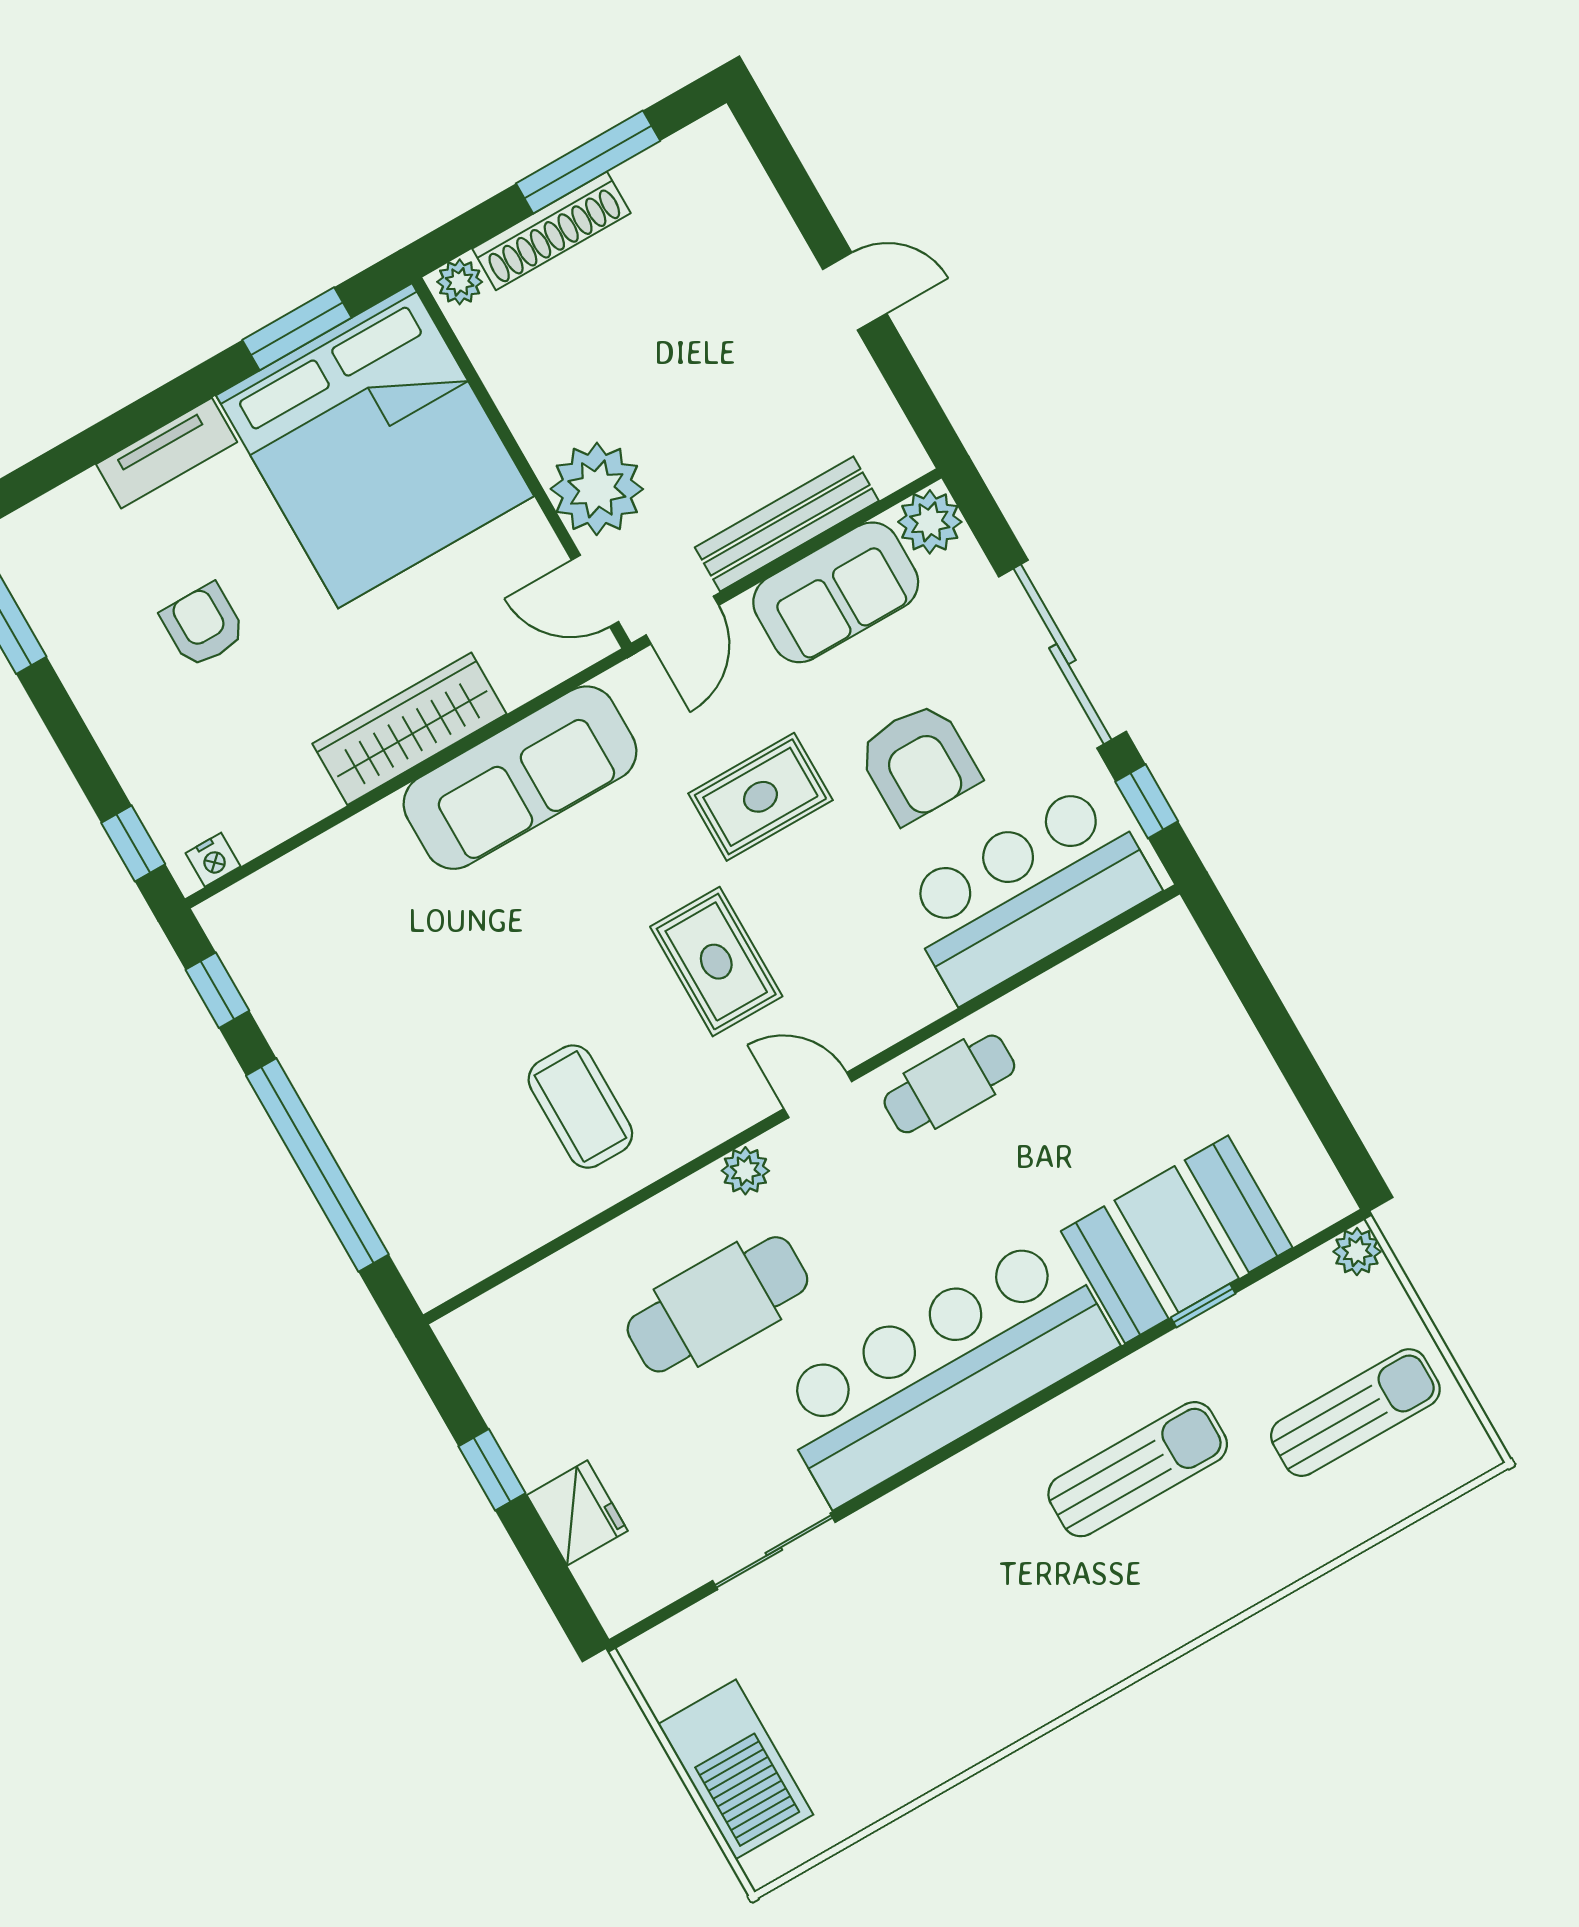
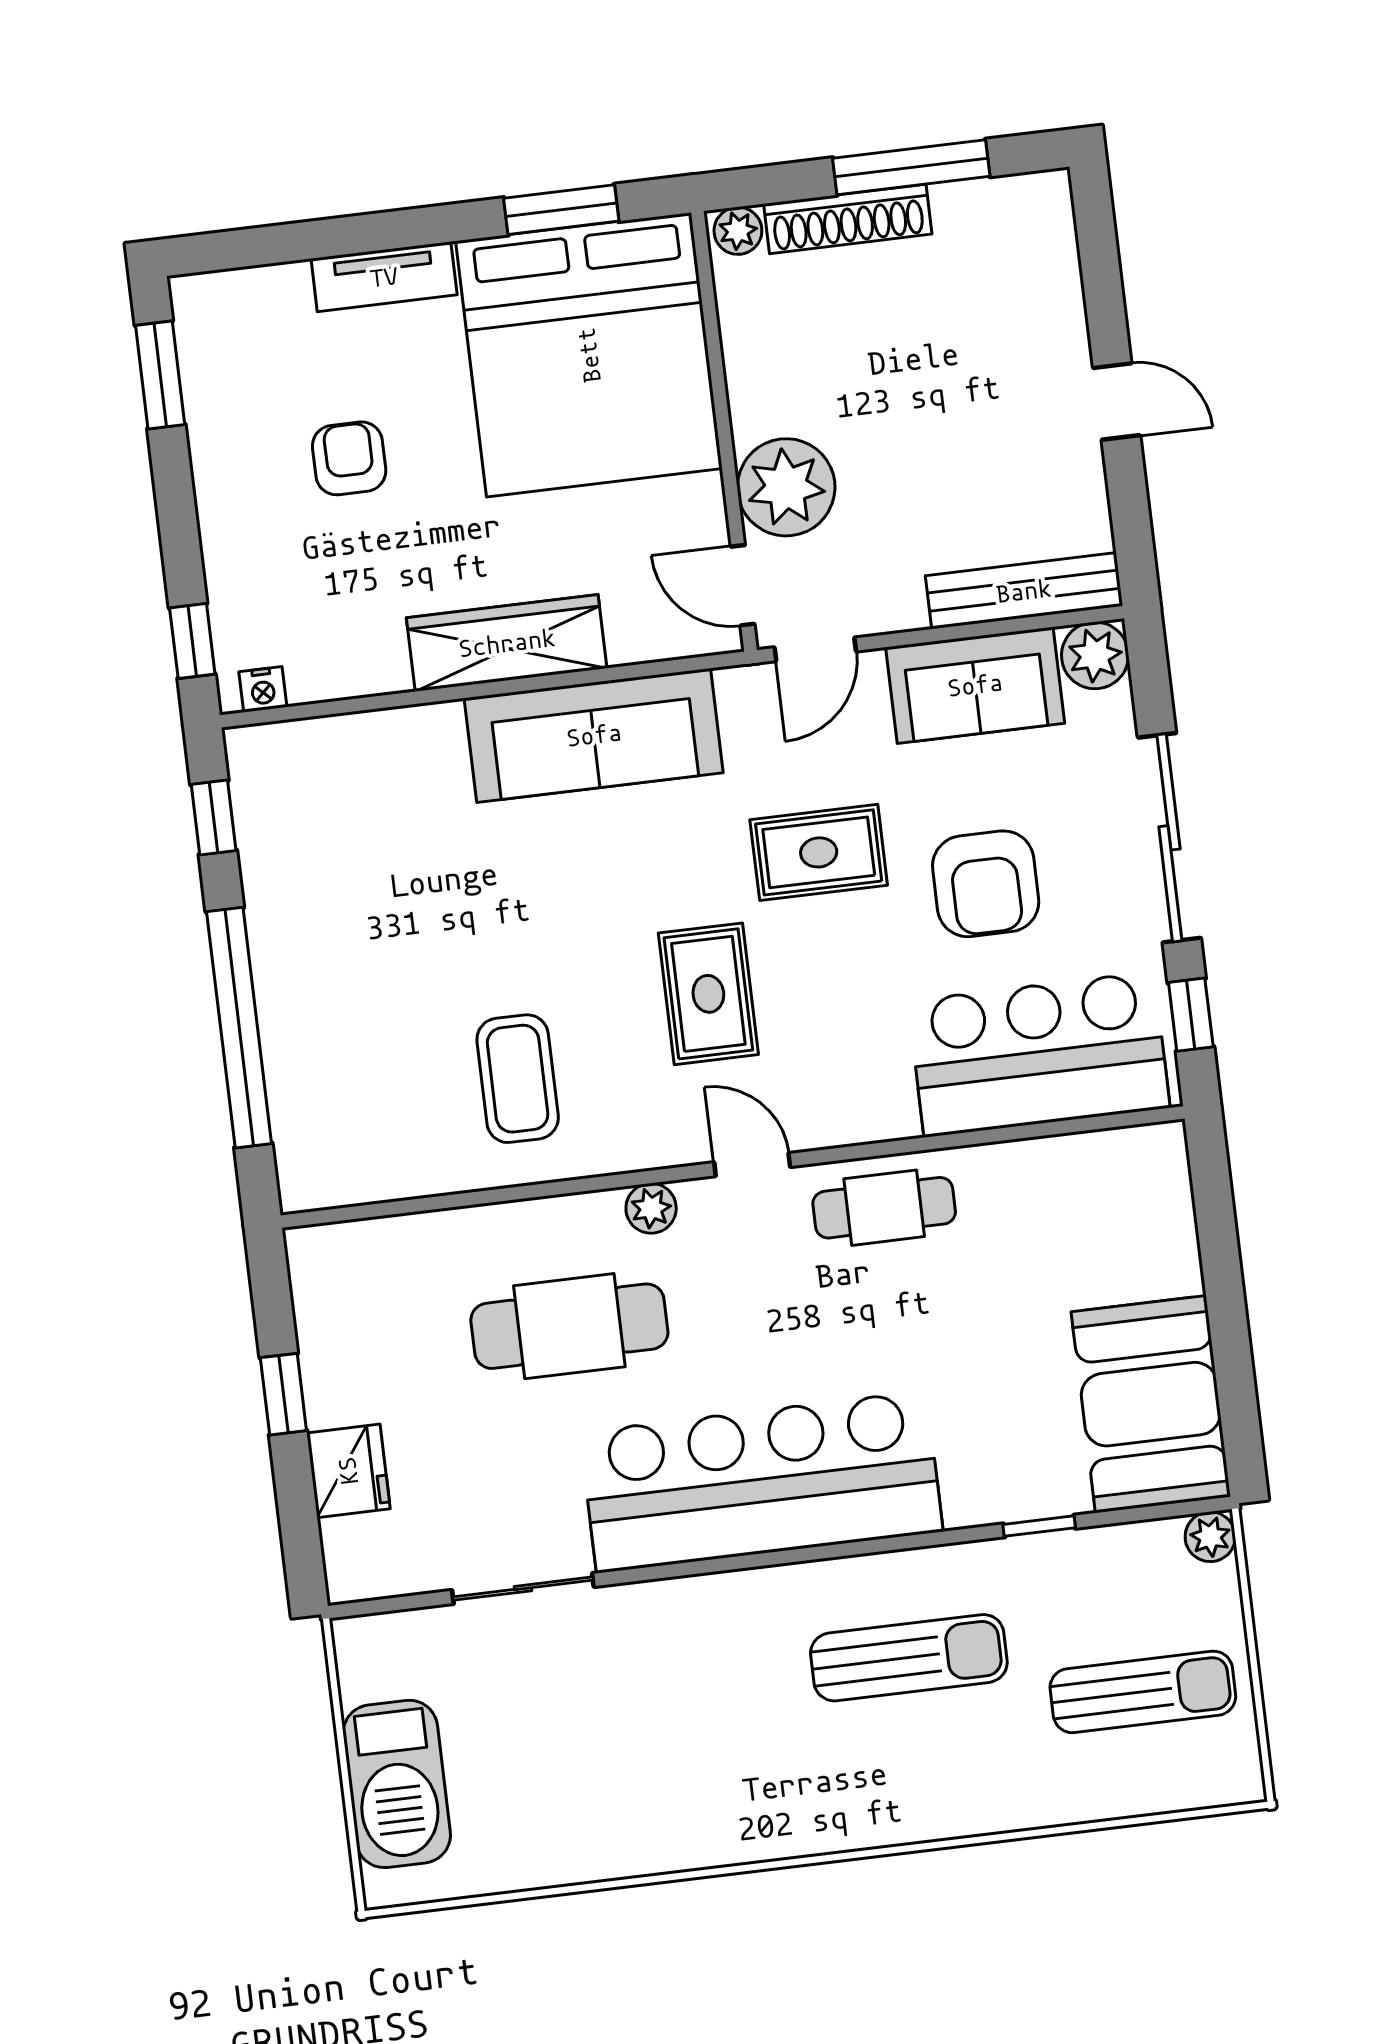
bench: (787, 524) -> (1024, 591), moved
booth: (1177, 1239) -> (1151, 1404), moved, turned 90

